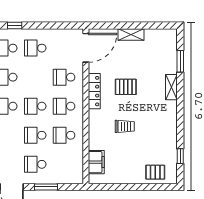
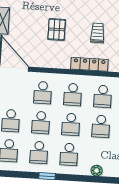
school desk: (35, 77) -> (41, 123), added
locker: (94, 91) -> (89, 64), moved

